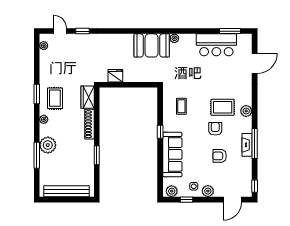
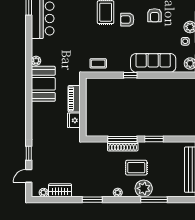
piano: (137, 76) -> (74, 99), added
wardrobe: (88, 97) -> (60, 190), moved, turned 180
rug: (55, 98) -> (136, 168), moved
coffee table: (181, 106) -> (98, 63), moved
window: (97, 124) -> (122, 139), added

